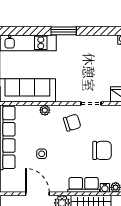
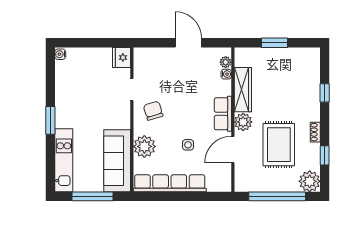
plant: (45, 110) -> (144, 146), width x1.88, depth x1.88
chair: (102, 150) -> (184, 77), removed
row of seats: (84, 185) -> (223, 114), moved

